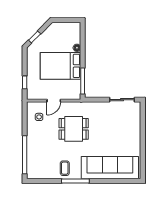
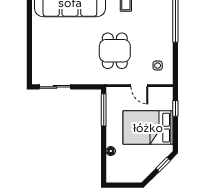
bed: (61, 66) -> (148, 128), moved, turned 180
door: (54, 101) -> (139, 86), swing flipped
dining table: (74, 129) -> (115, 51), turned 90

